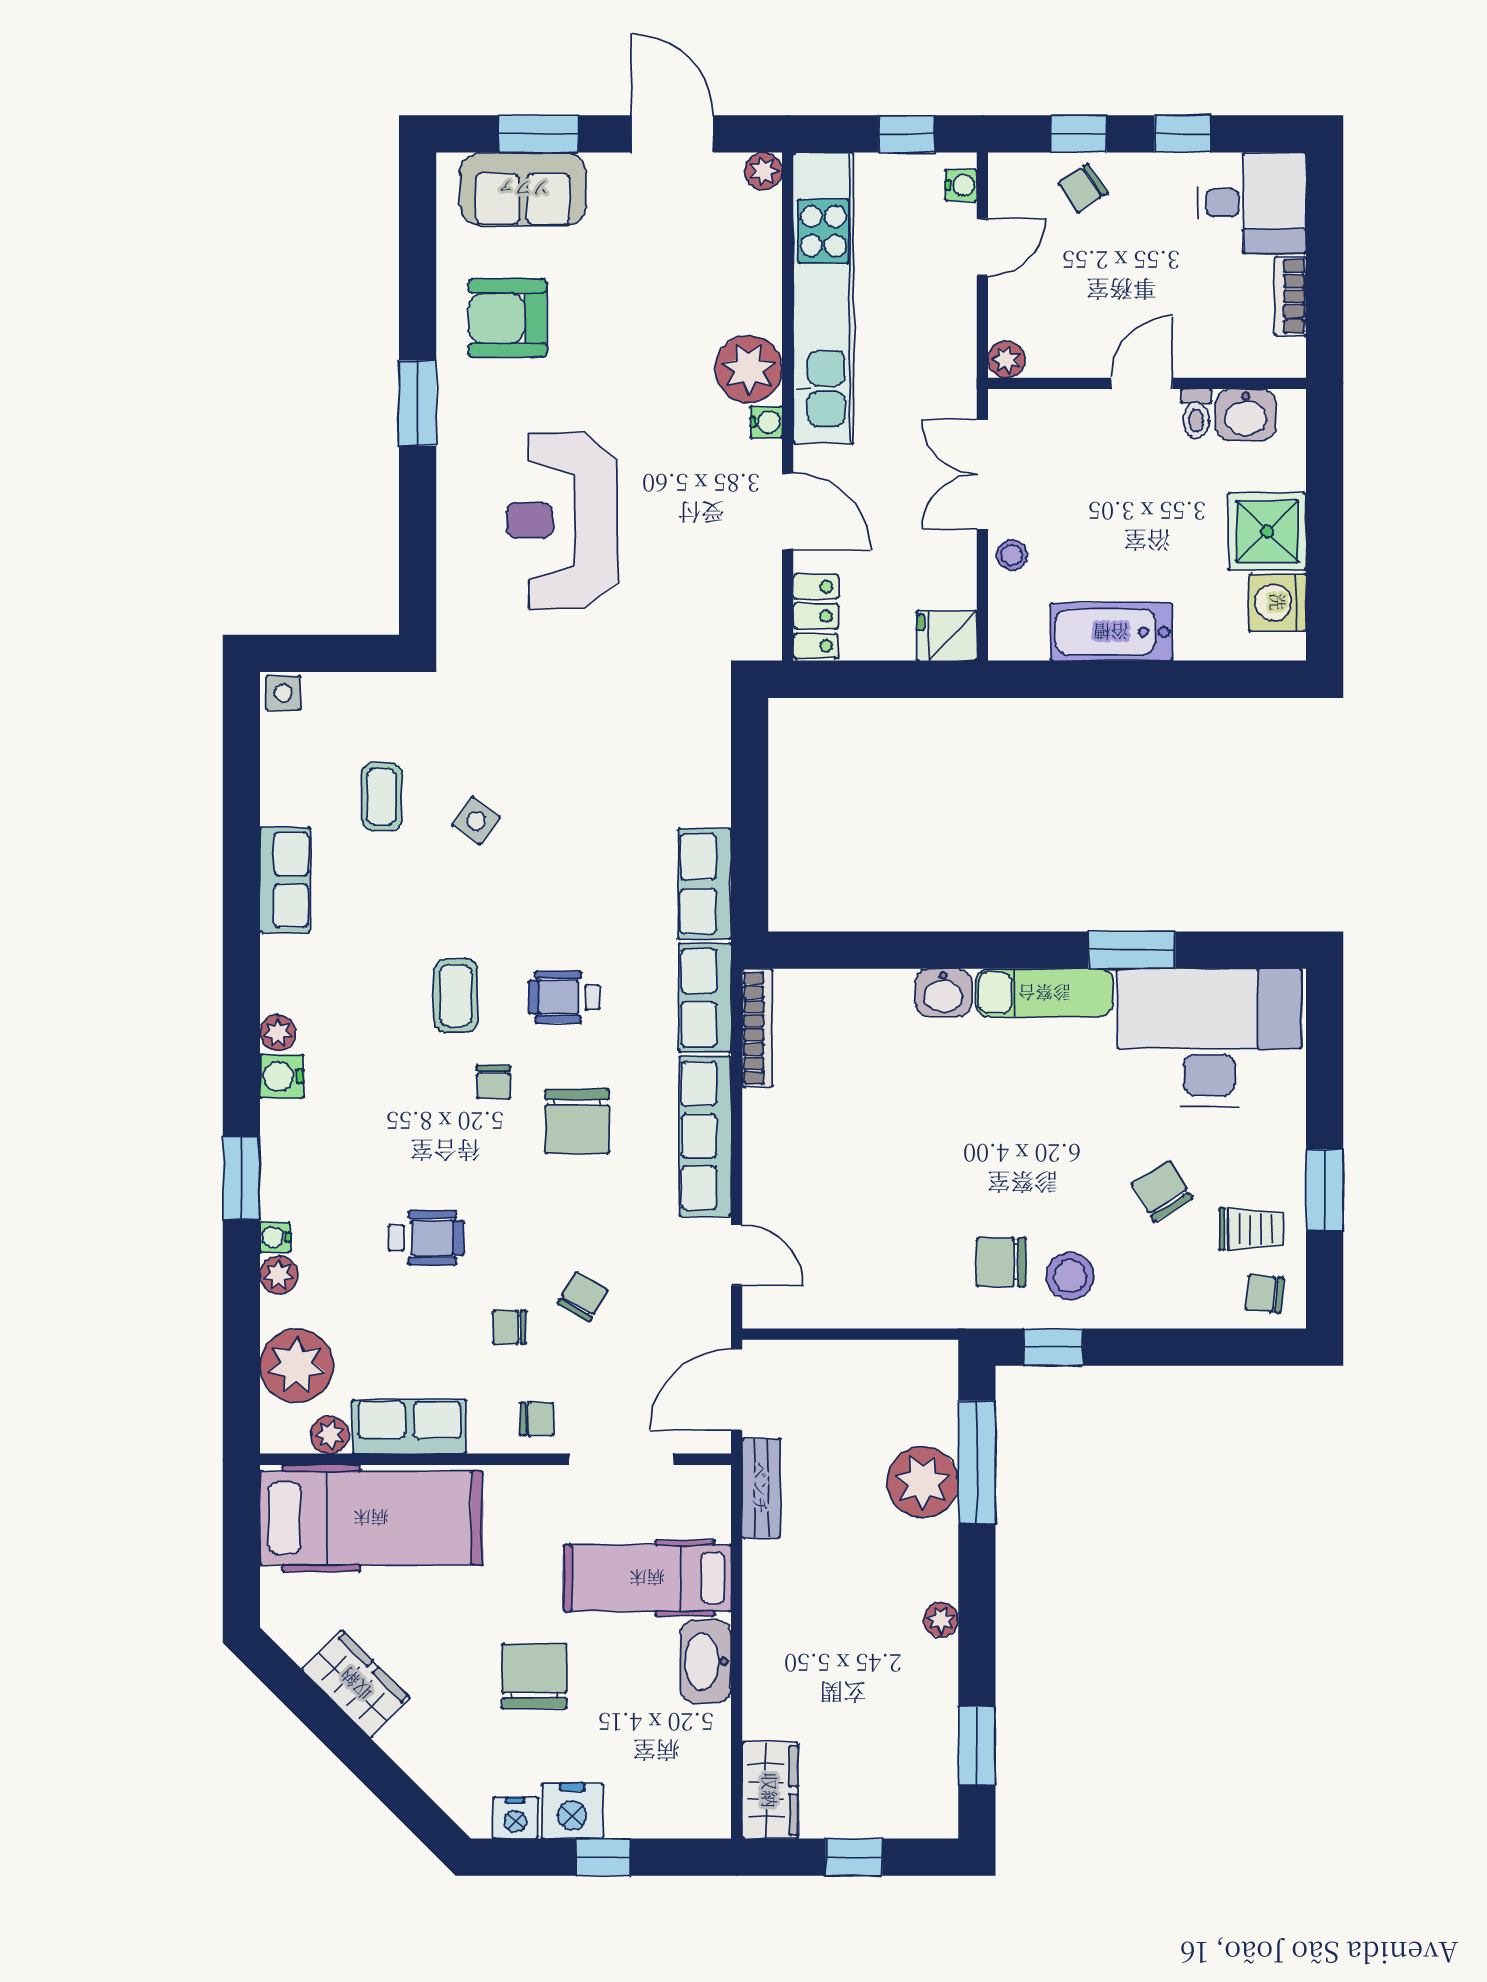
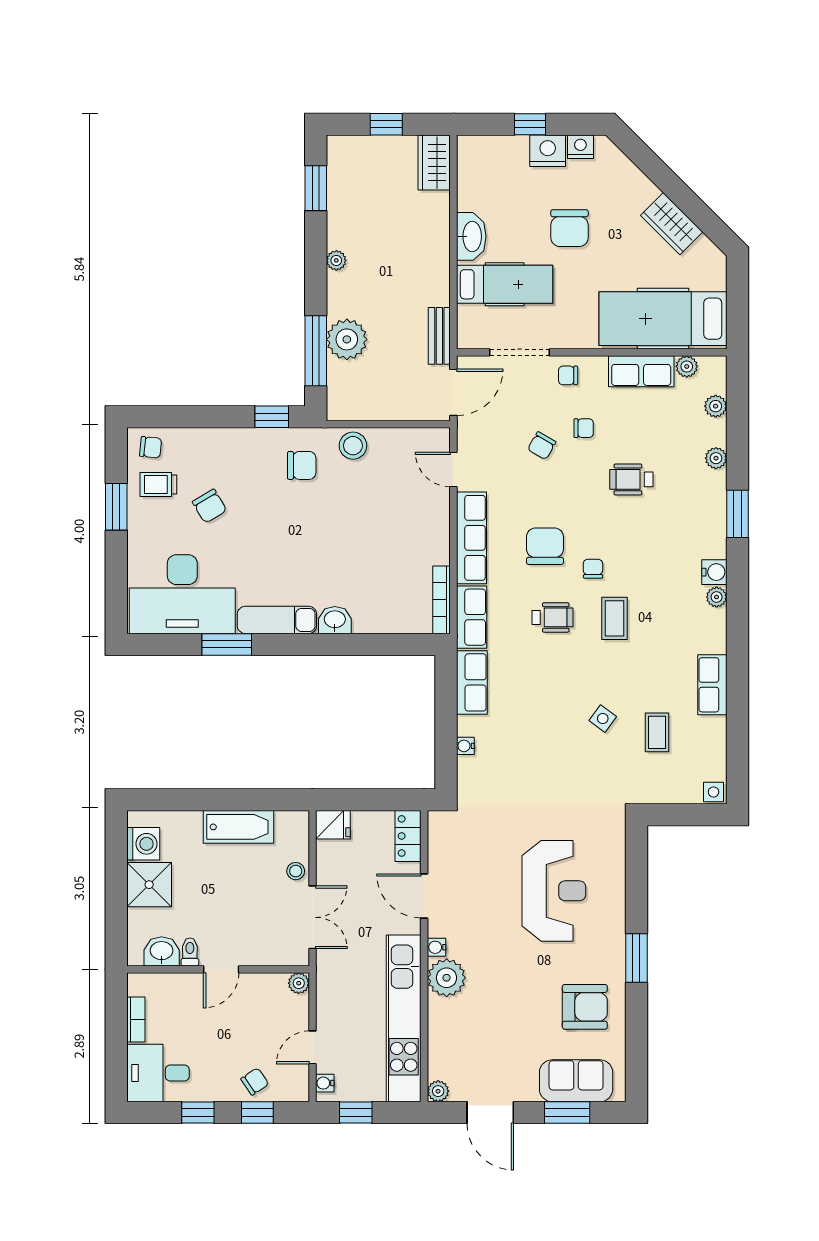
water cooler: (275, 1237) -> (465, 746), moved, turned 180
stool: (1070, 1276) -> (353, 446), moved
plant: (297, 1366) -> (716, 406), width x0.53, depth x0.53

